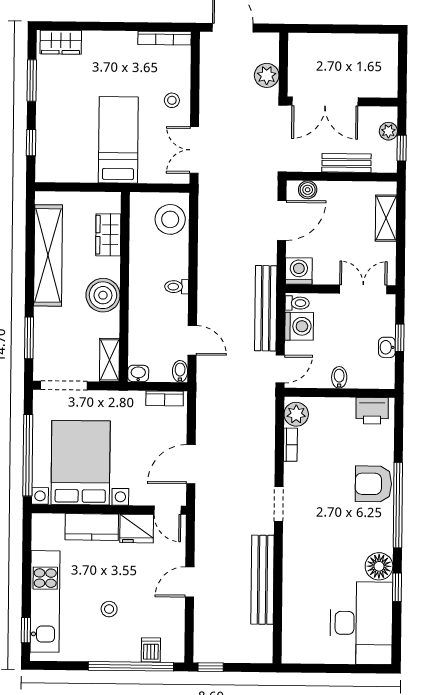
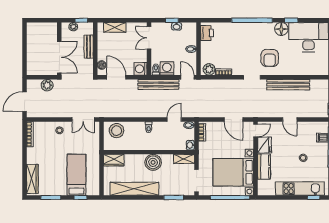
wardrobe: (61, 42) -> (32, 179), width x1.50
bed: (118, 140) -> (76, 175), moved, turned 90
wardrobe: (108, 235) -> (114, 160), moved
armchair: (373, 484) -> (270, 58), moved

